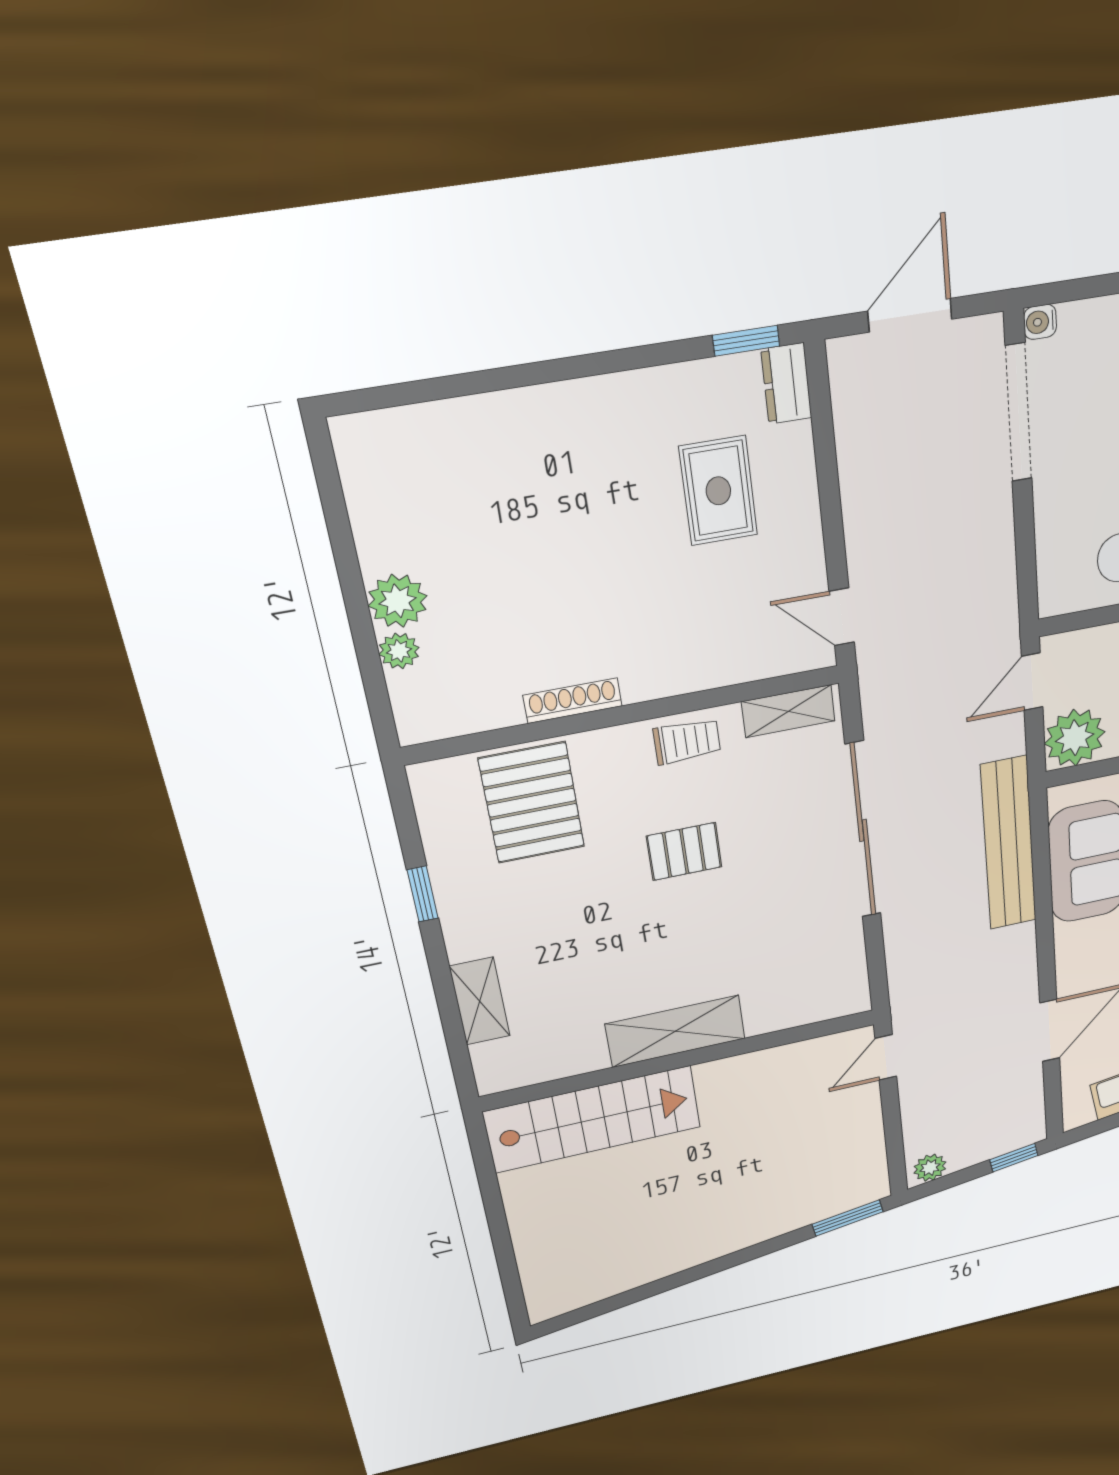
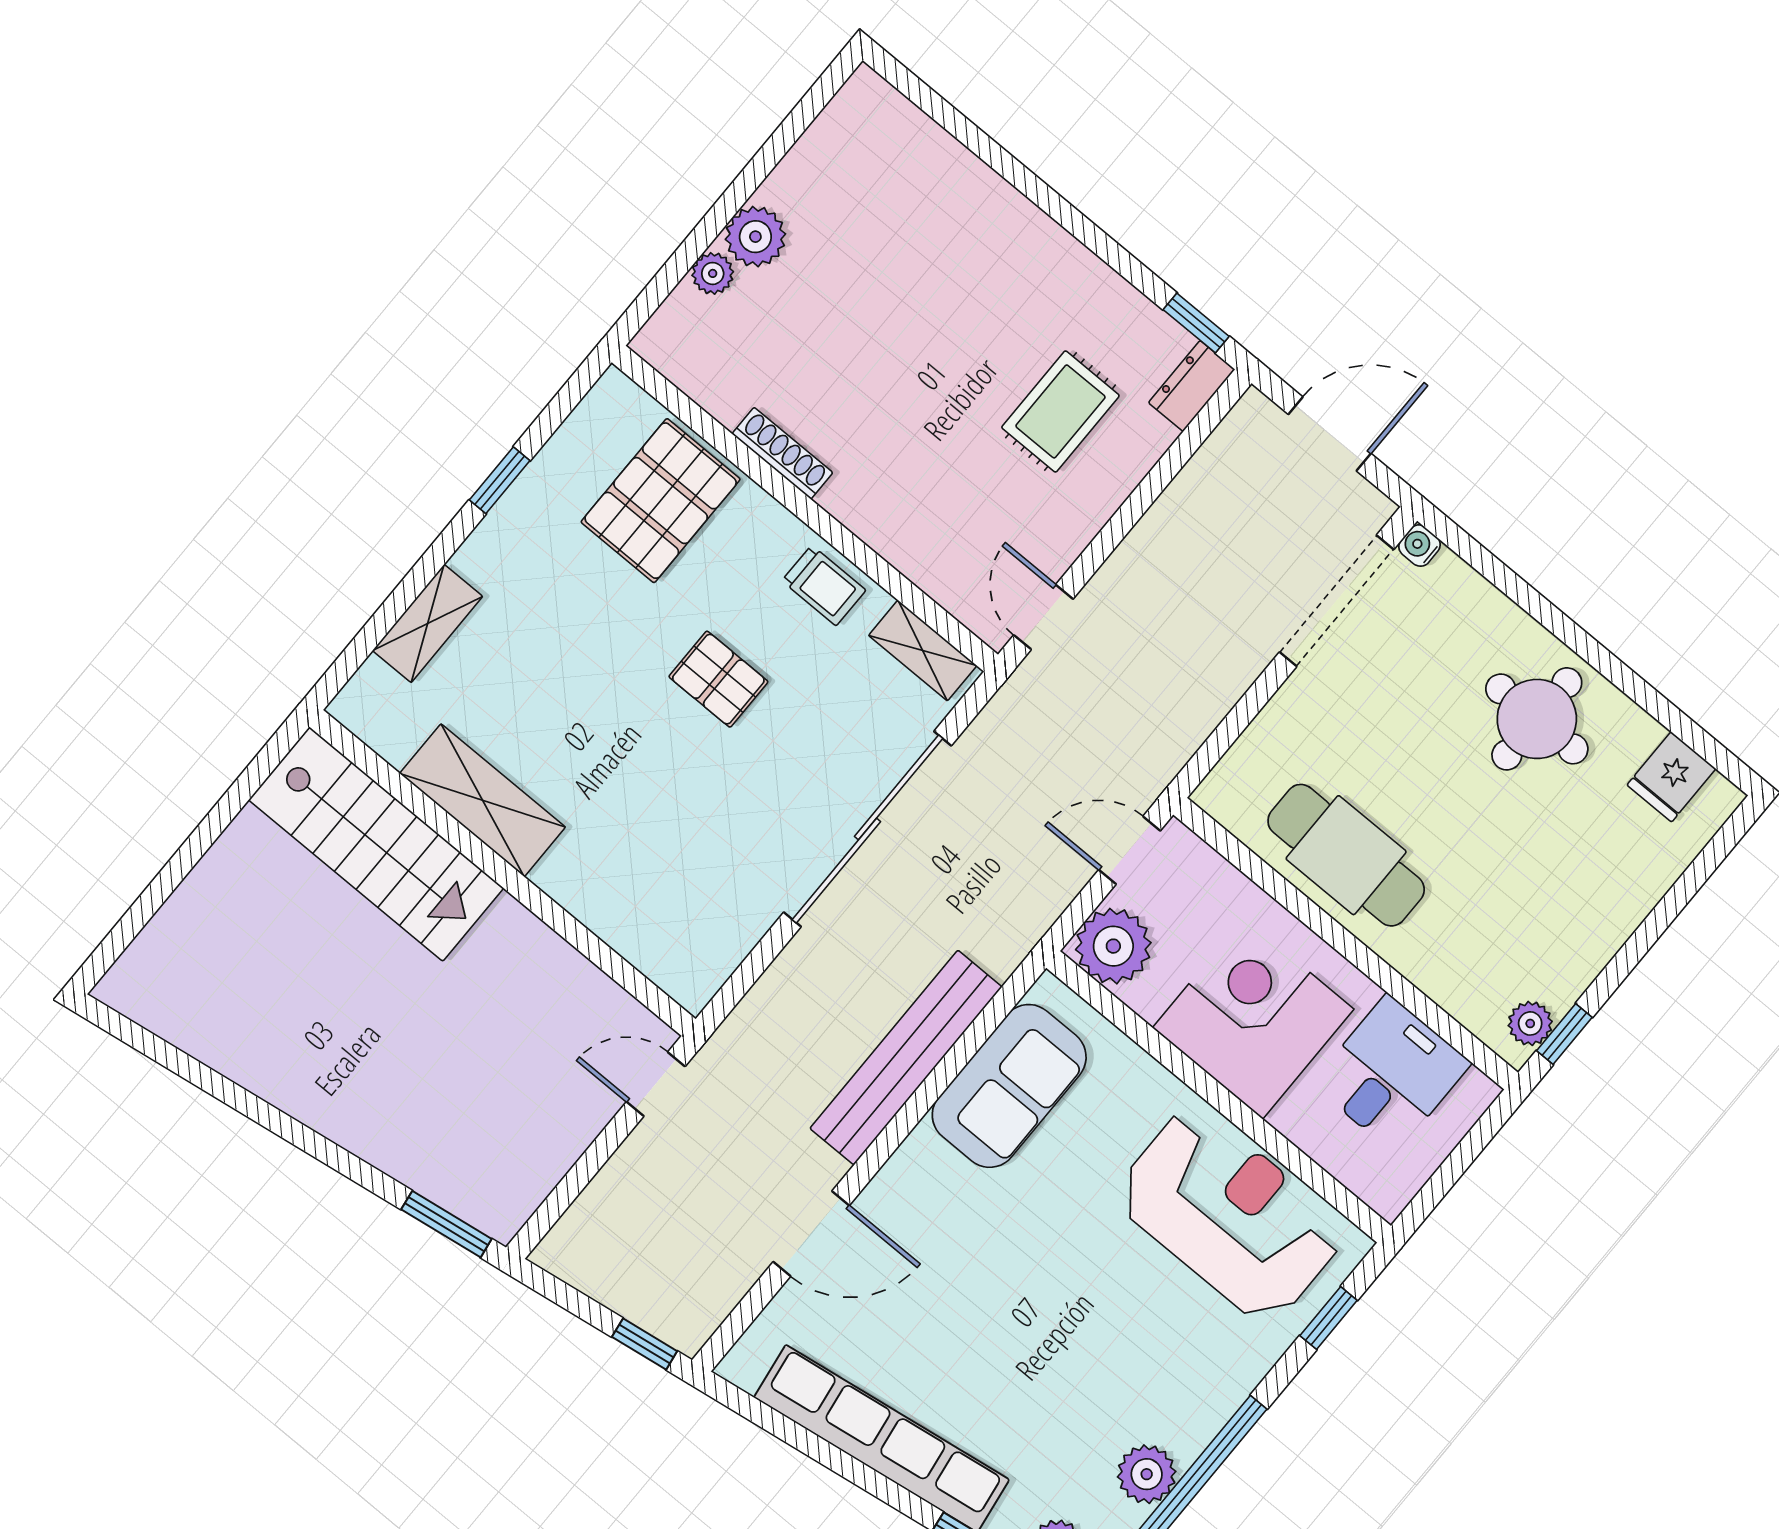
bench: (1009, 844) -> (906, 1058), moved
shelving: (676, 1031) -> (483, 800), moved
plant: (930, 1168) -> (568, 1259), removed

